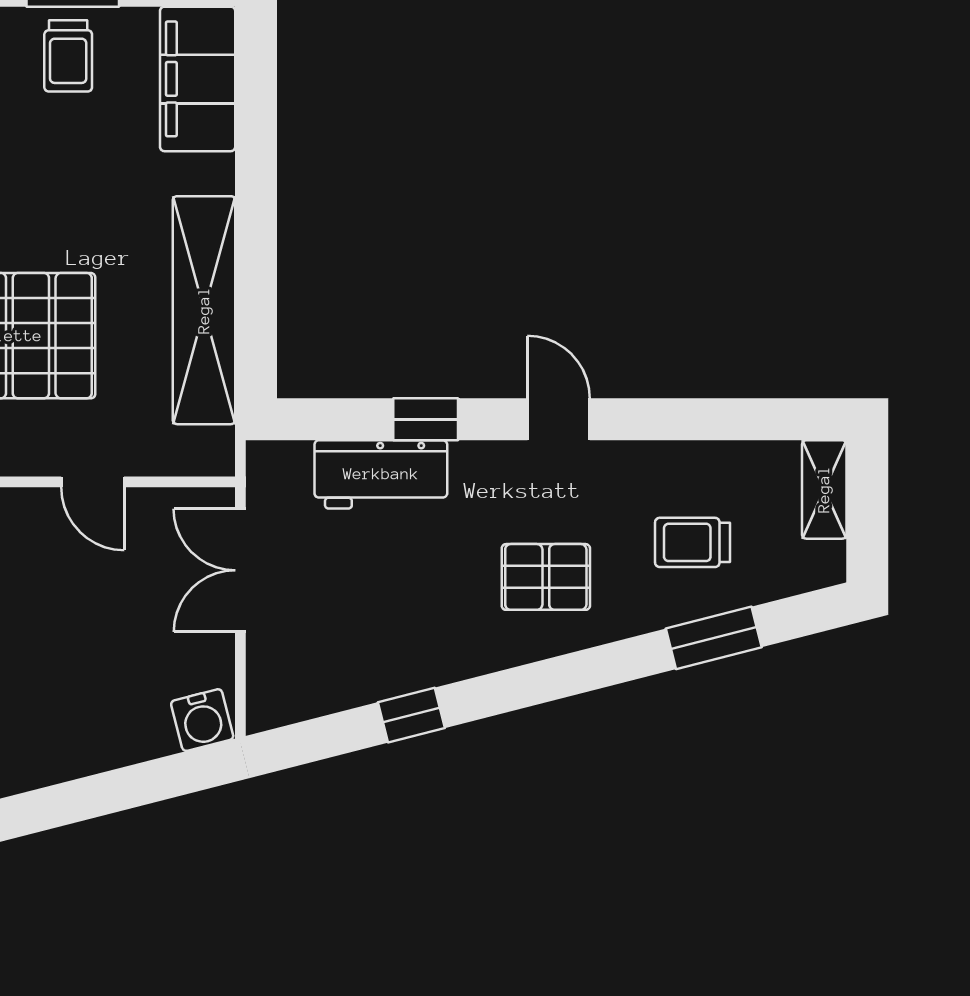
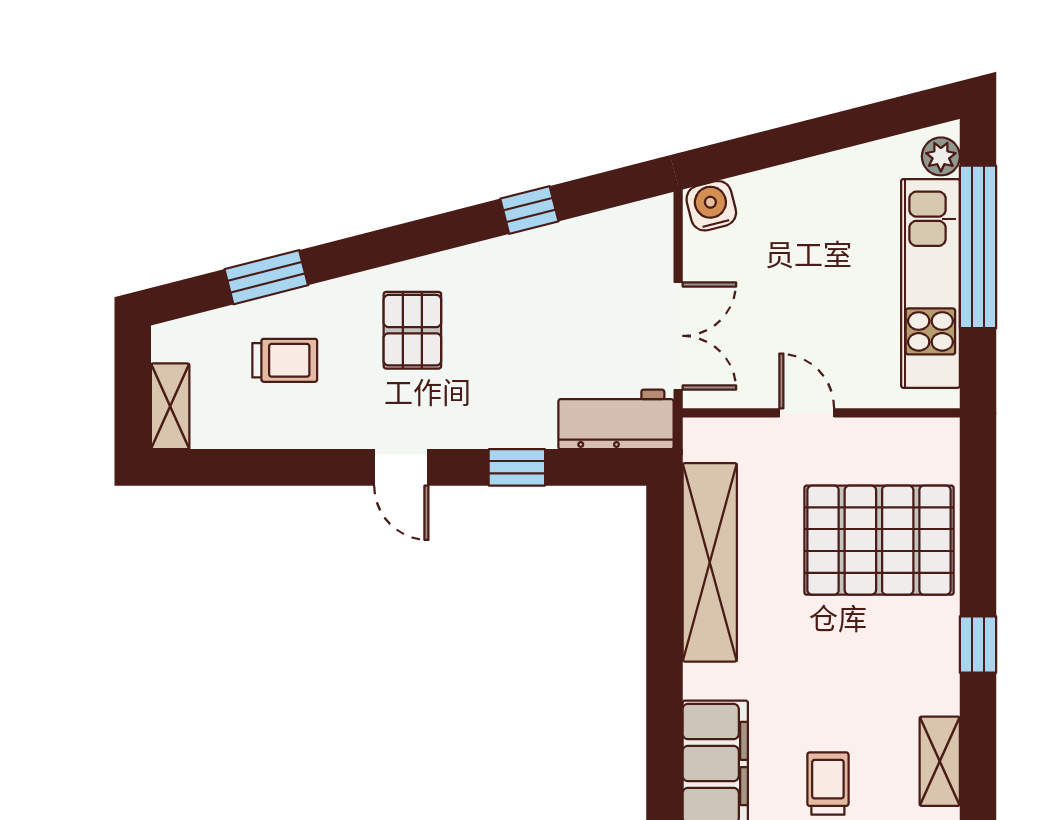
workbench: (381, 474) -> (616, 419), moved
pallet: (546, 577) -> (412, 330), turned 90

